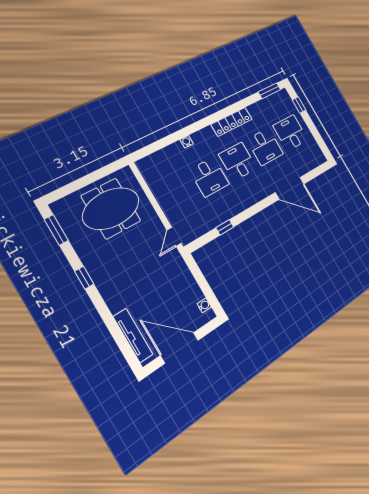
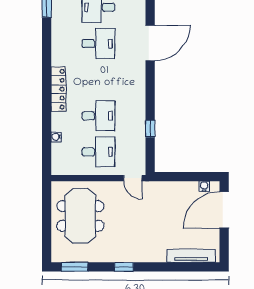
locker: (232, 122) -> (58, 89), moved
water cooler: (187, 142) -> (56, 137), moved
desk: (238, 161) -> (98, 152), moved, turned 180
door: (180, 348) -> (224, 210), moved

